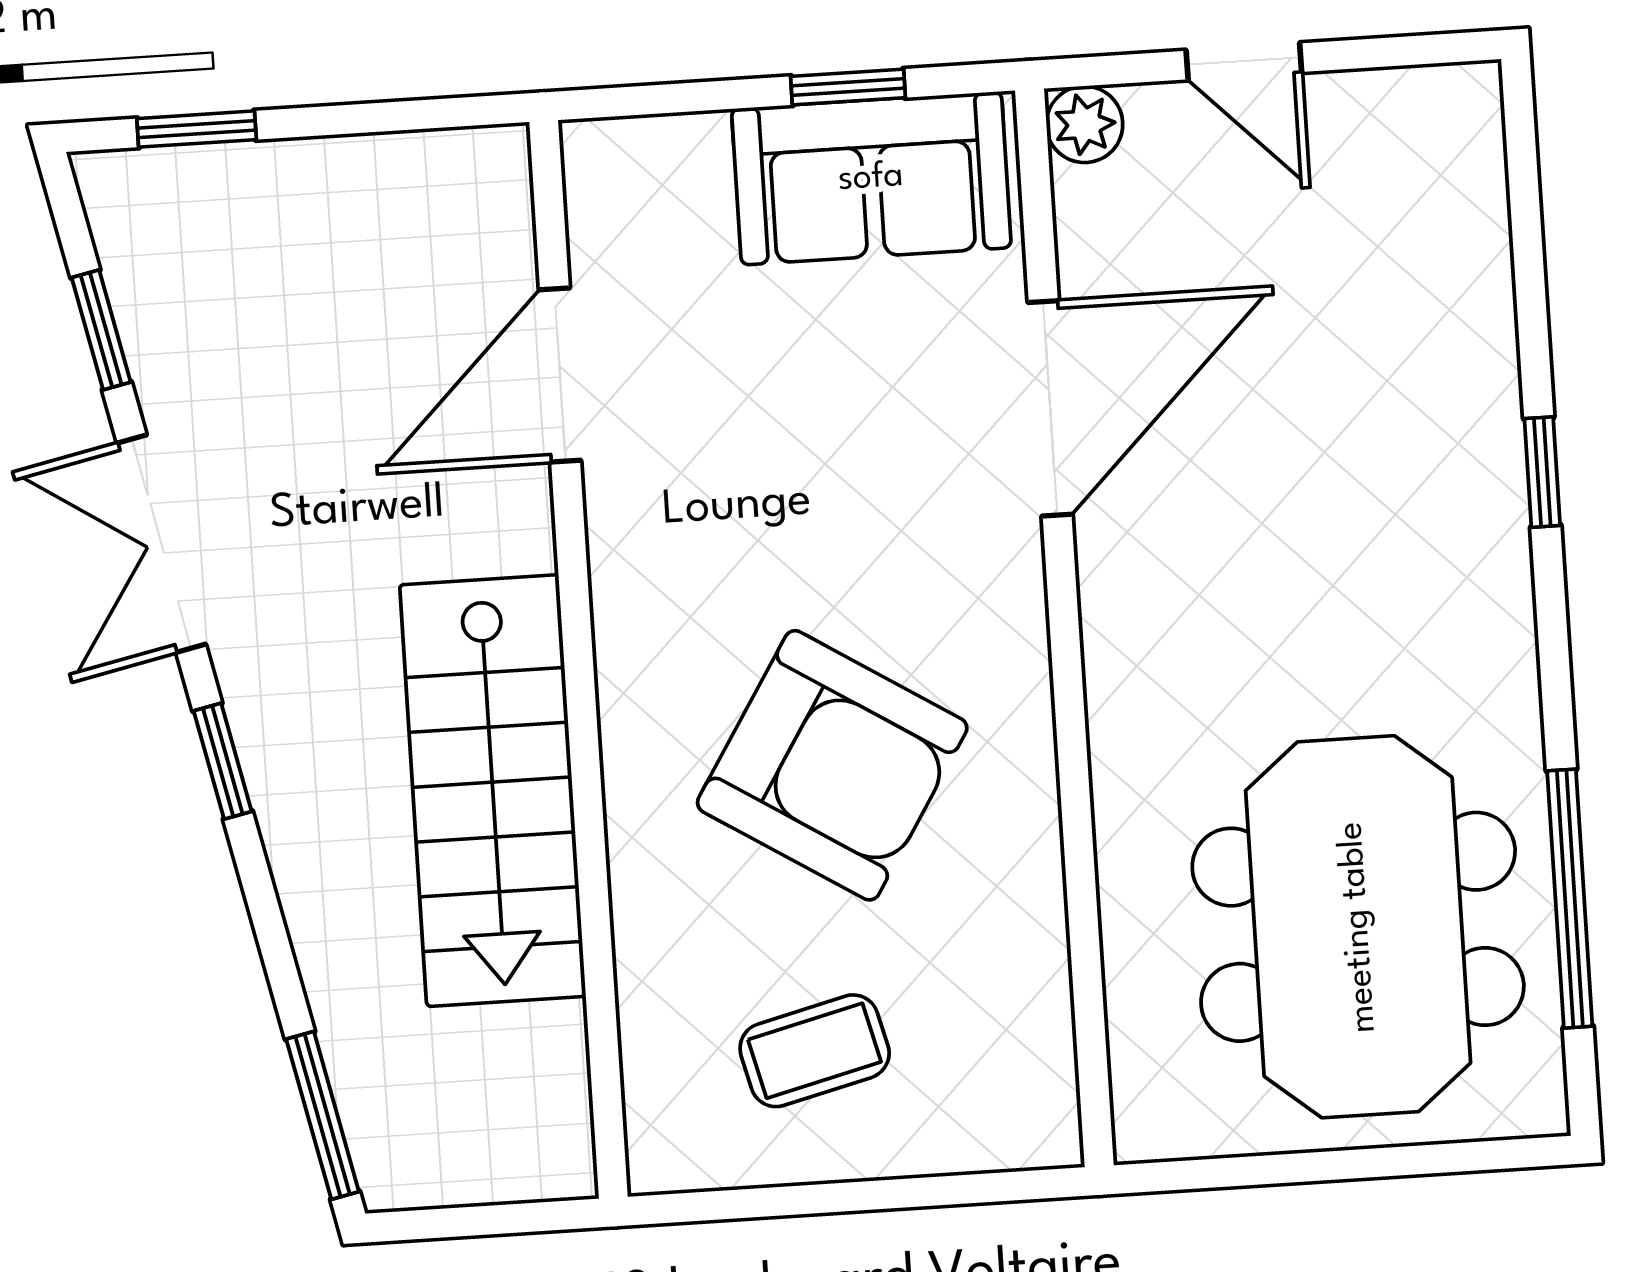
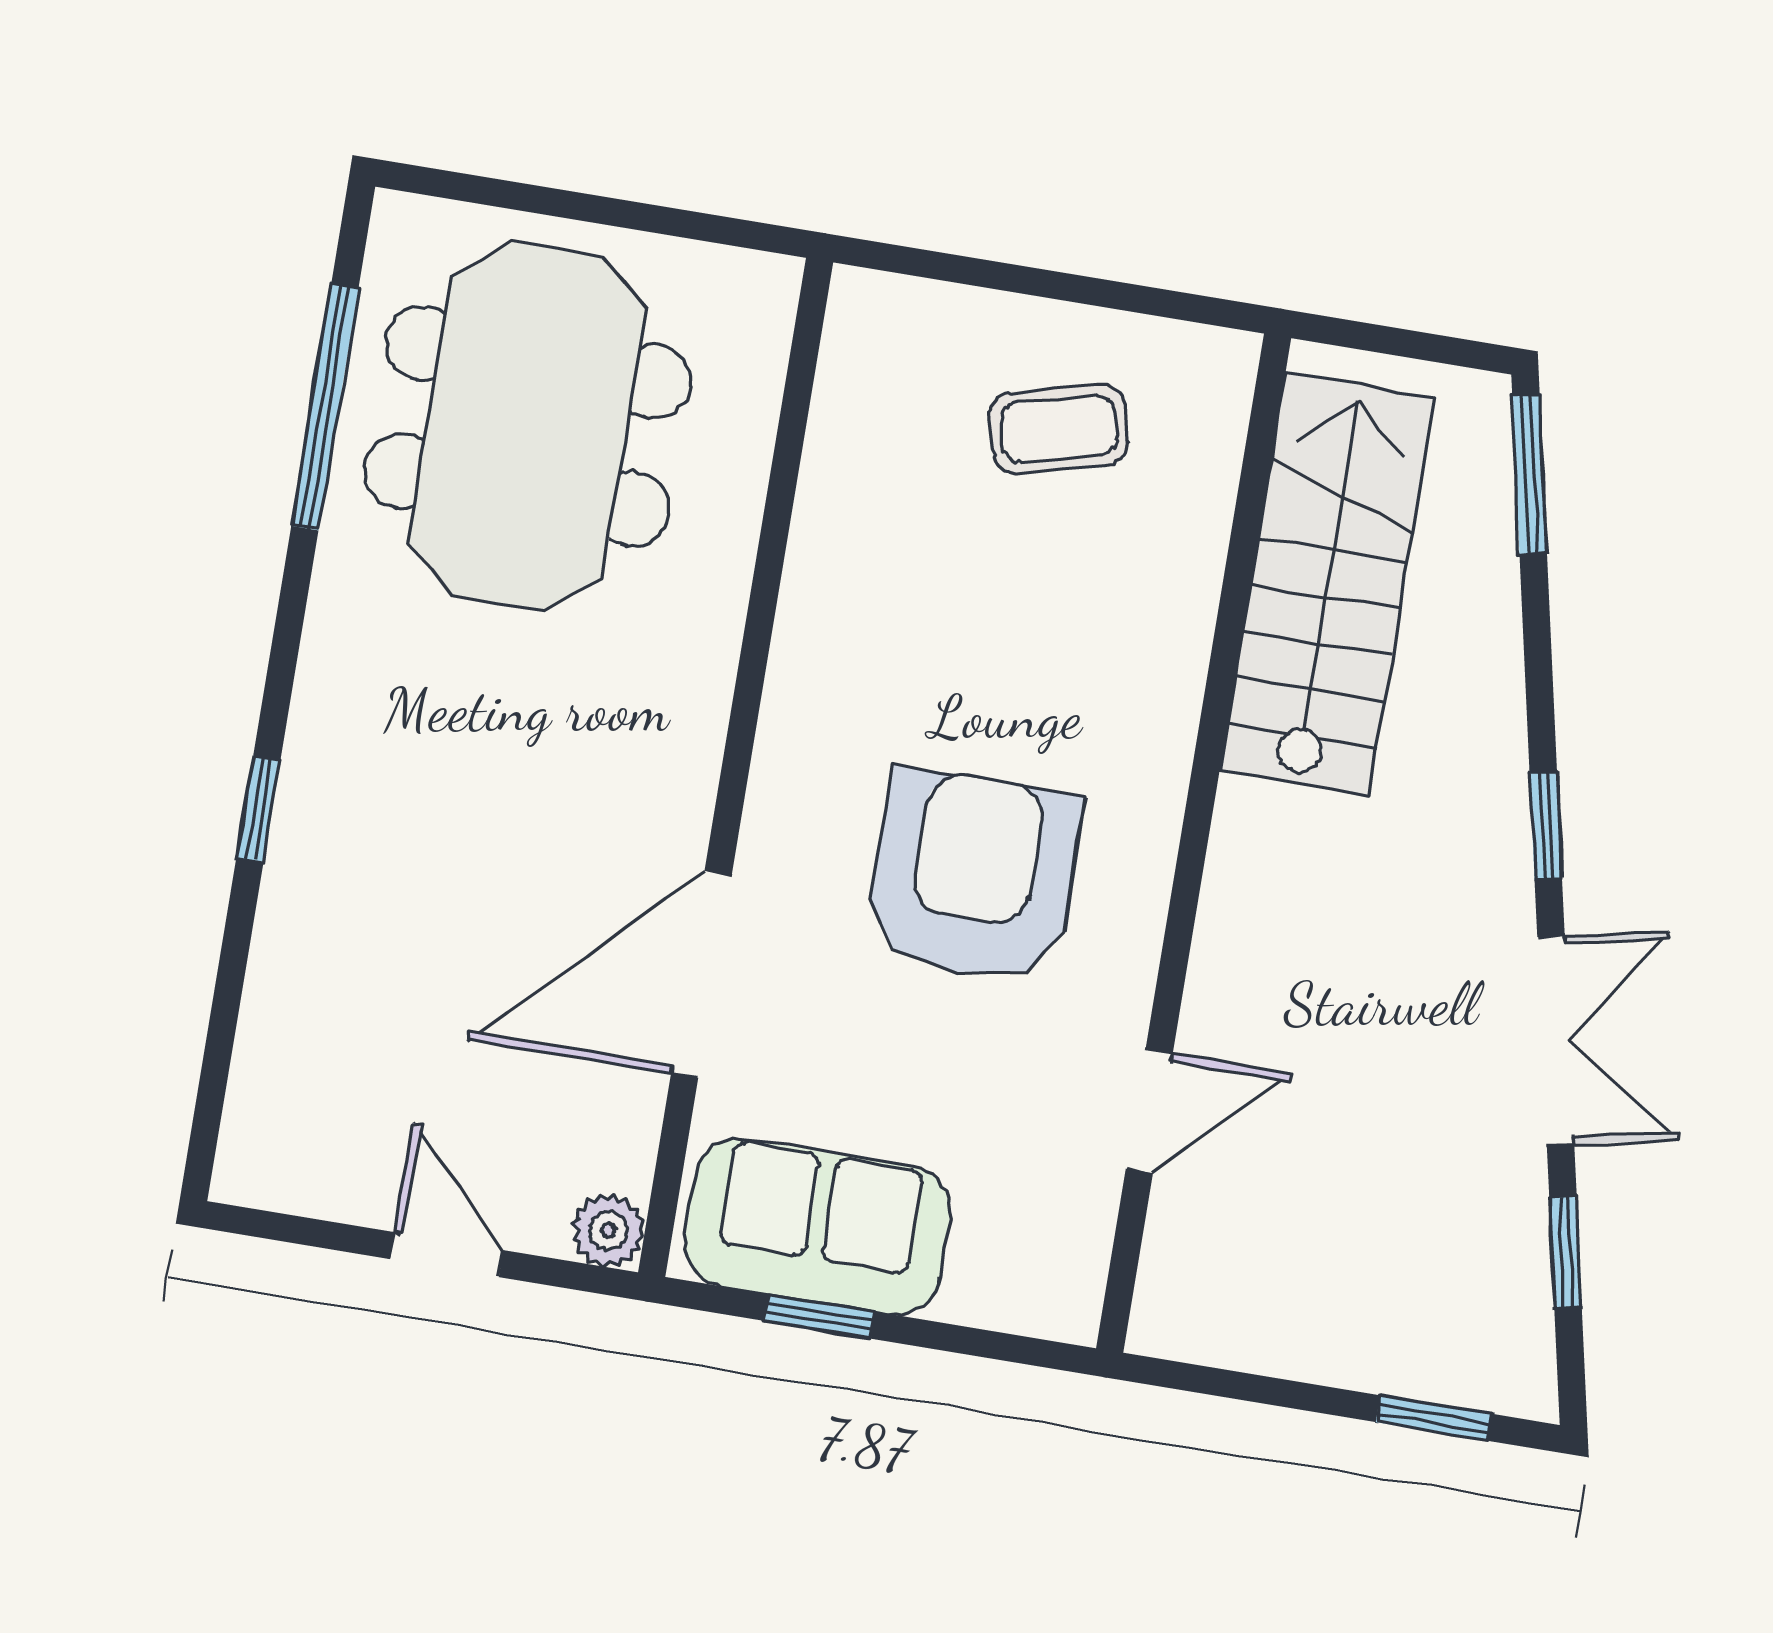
door: (560, 375) -> (1149, 1111), width x0.73
armchair: (832, 765) -> (973, 876), moved, turned 58
stairs: (493, 791) -> (1327, 583), moved

